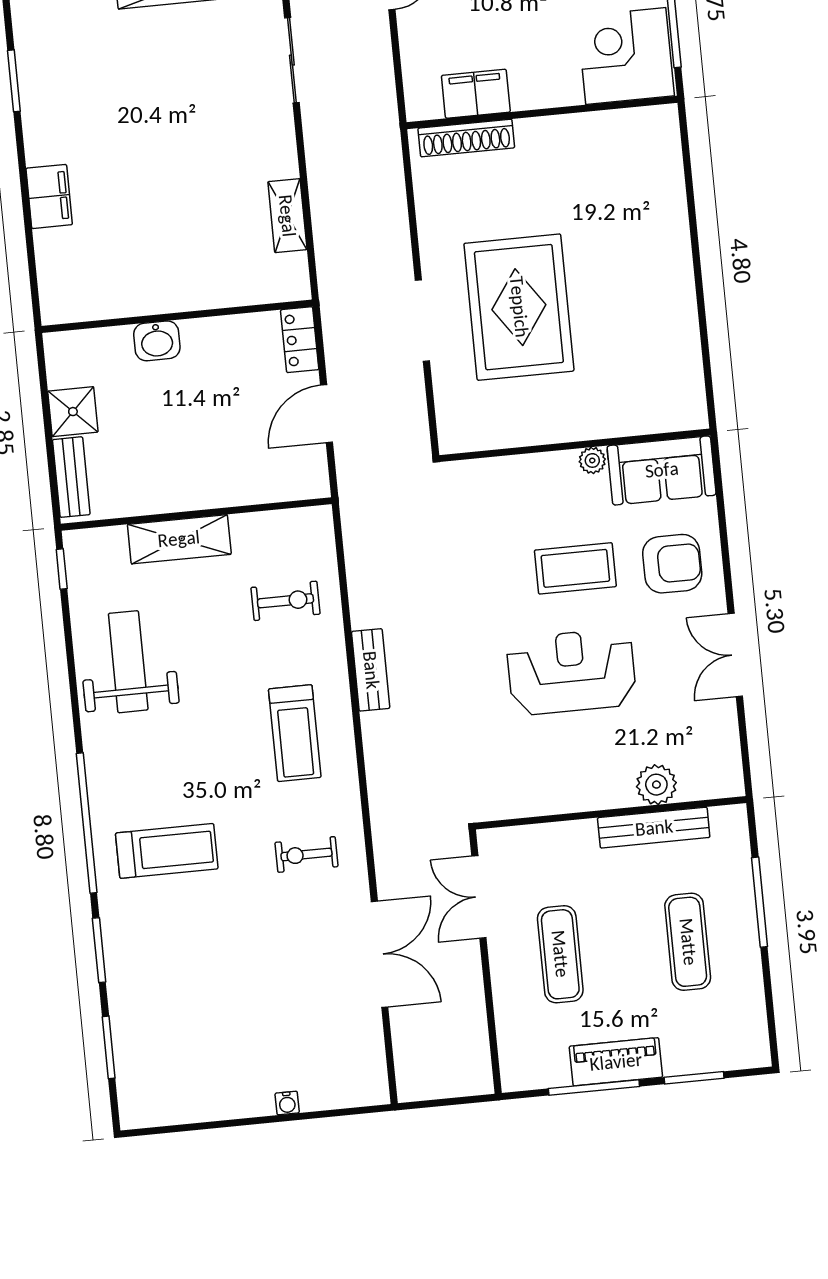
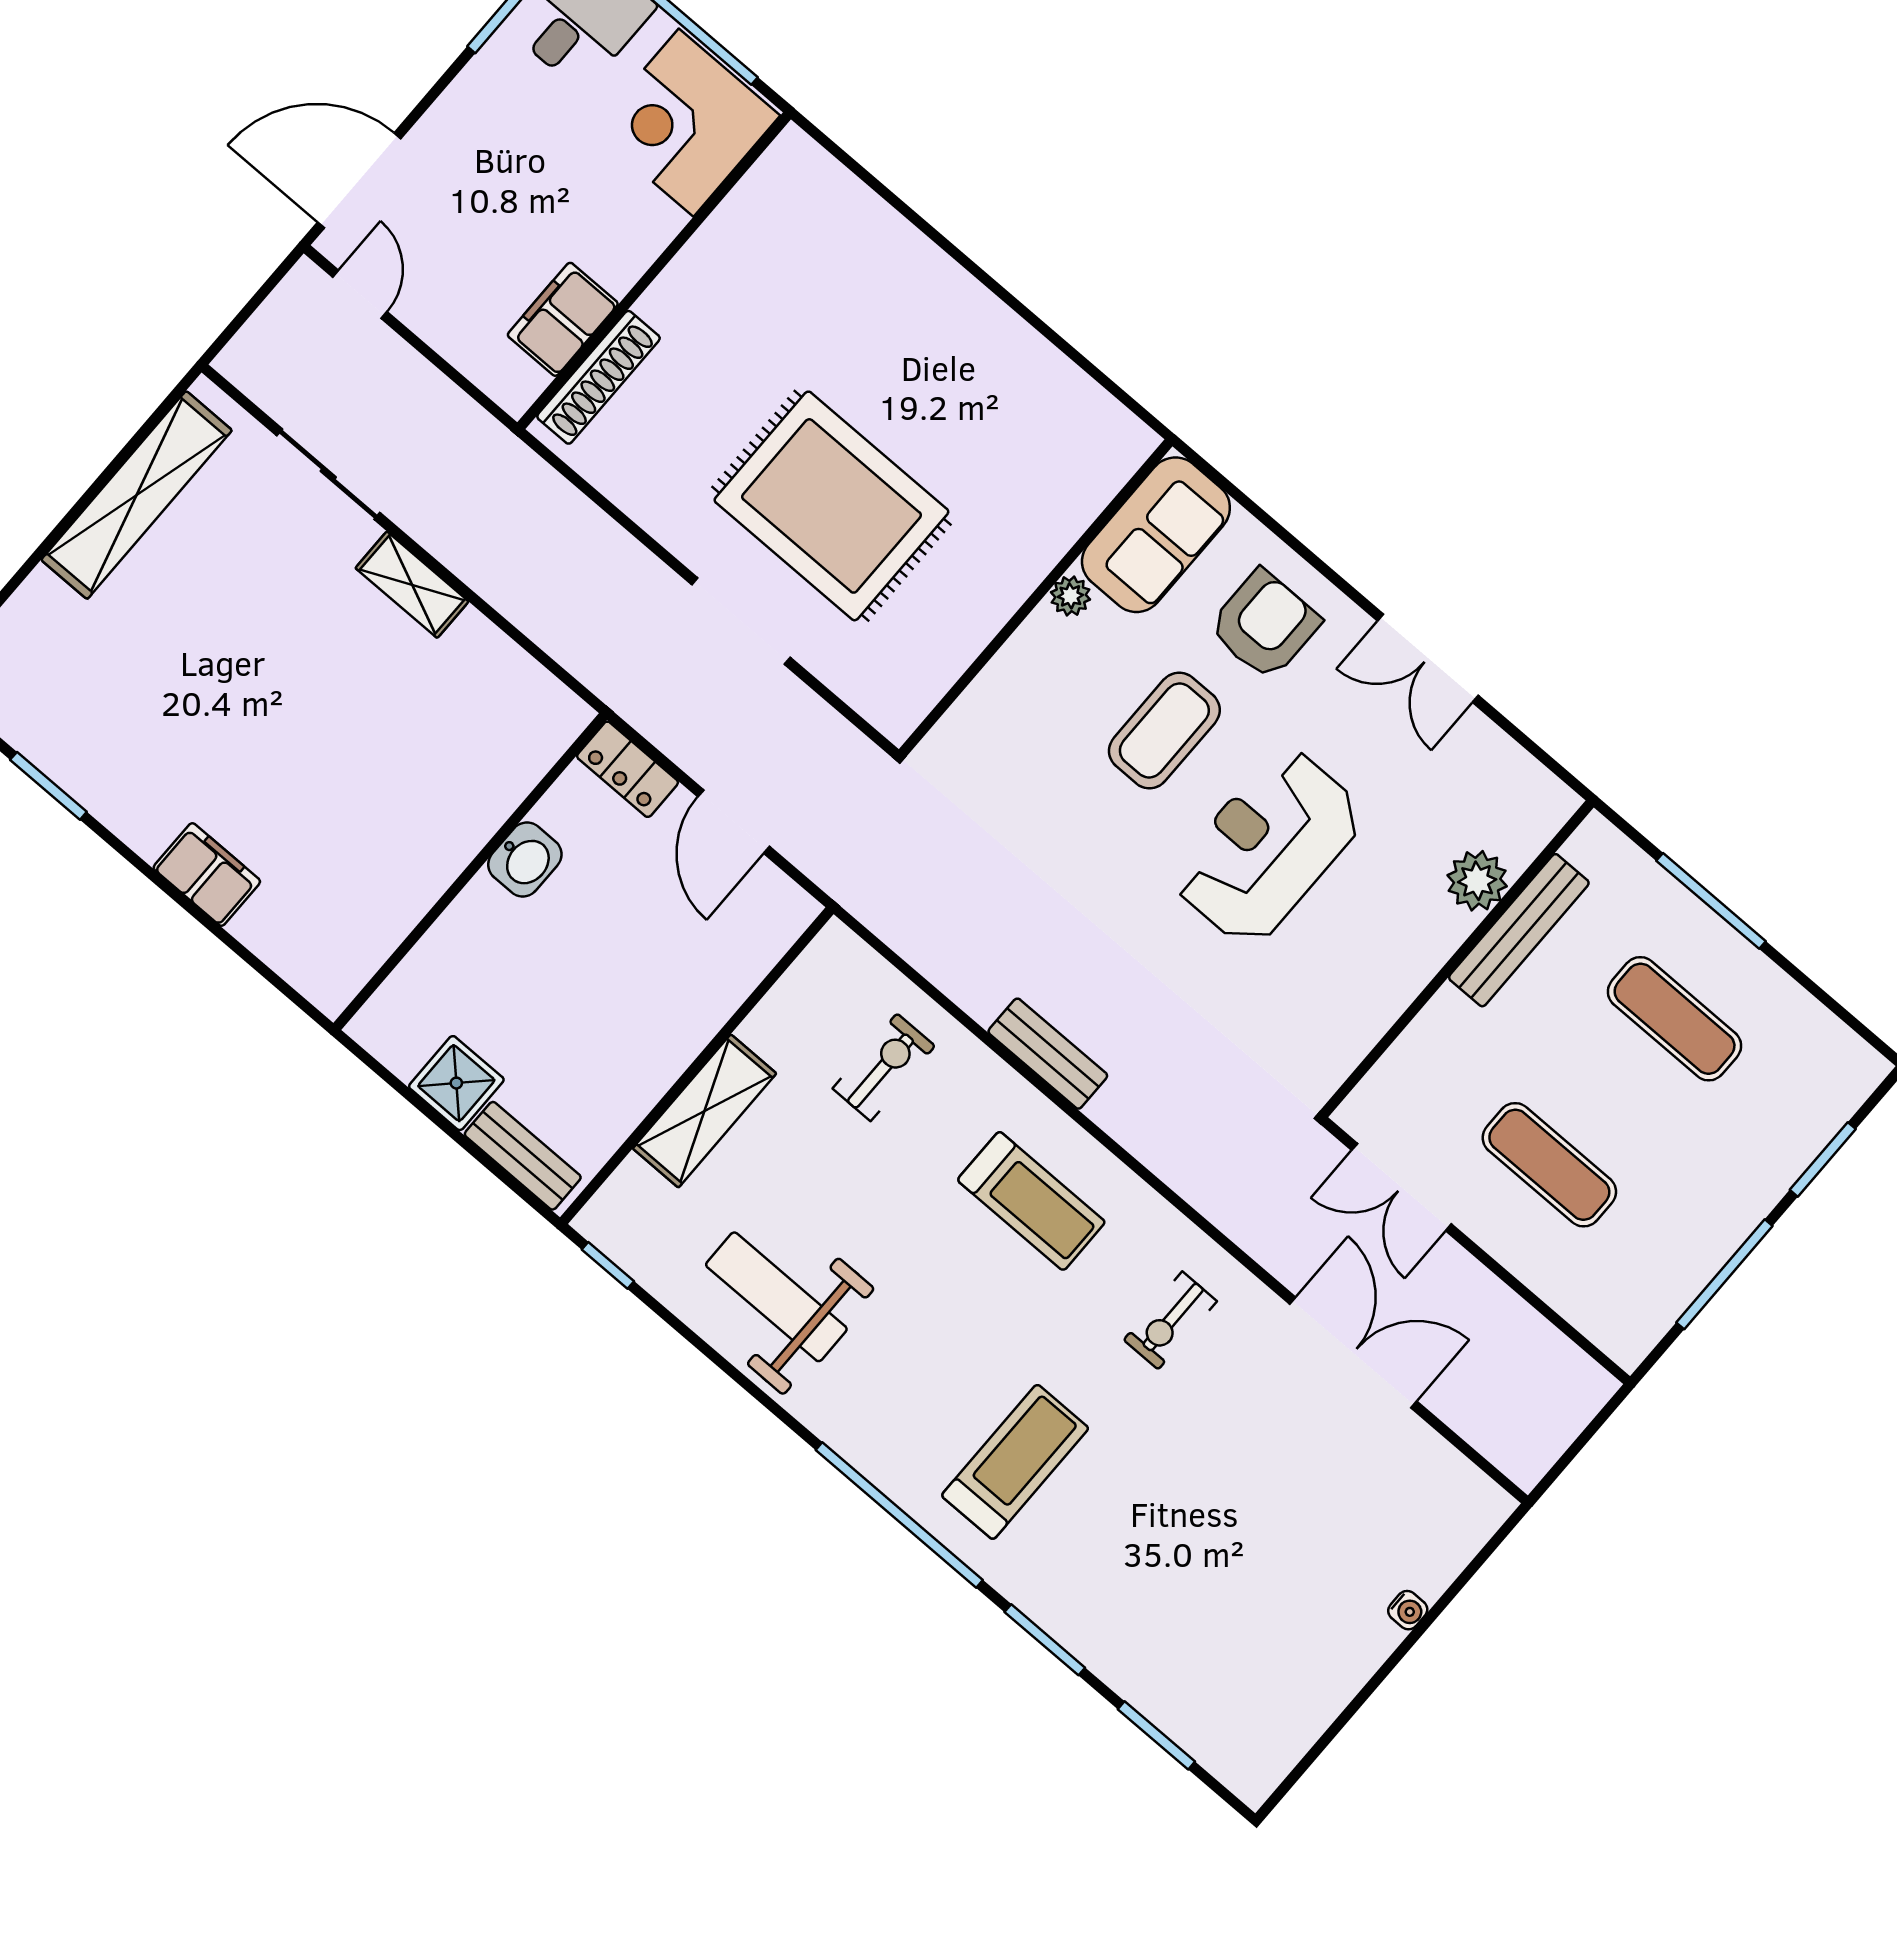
shelving: (287, 216) -> (412, 585), moved
washbasin: (157, 341) -> (525, 859), moved
piano: (616, 1062) -> (1721, 1223), removed

